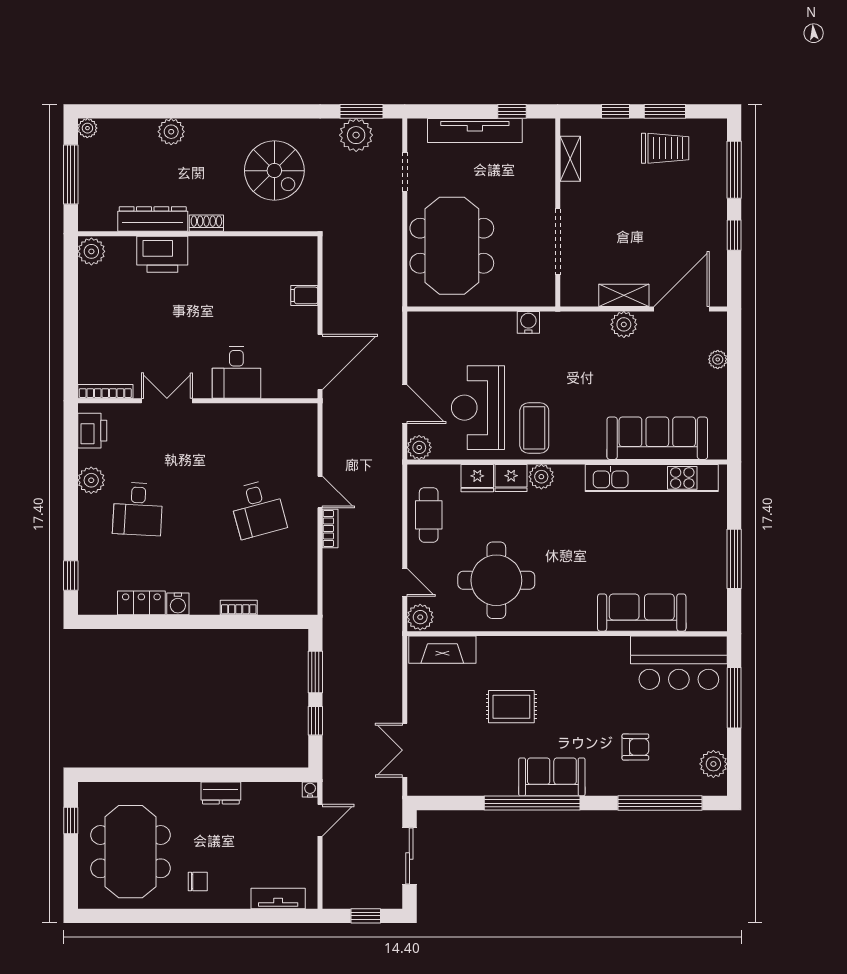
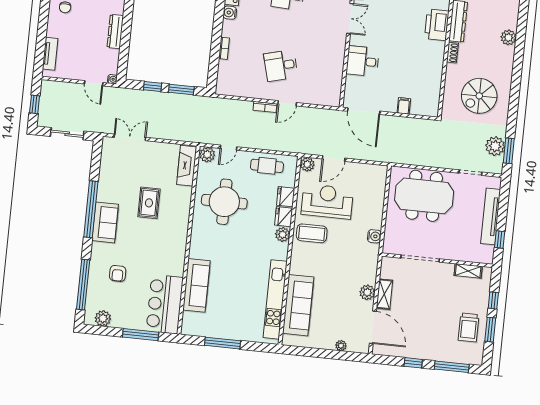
dresser: (221, 793) -> (115, 32), width x1.44

